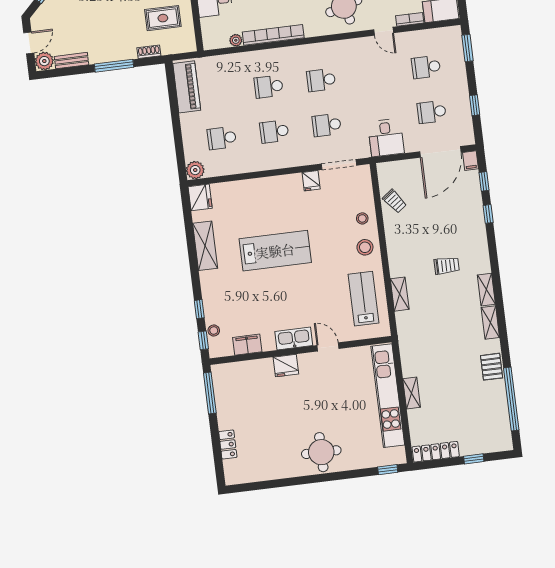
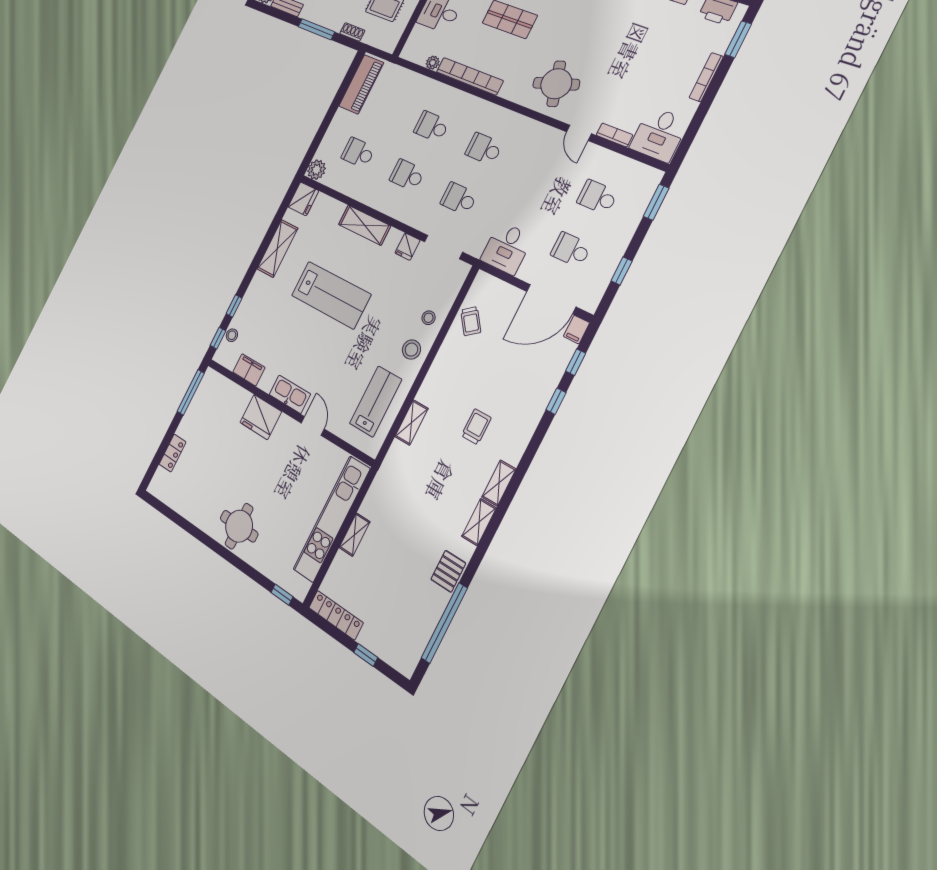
shelving: (266, 186) -> (364, 225), added
trolley: (447, 266) -> (476, 427), turned -90
fridge: (286, 366) -> (261, 417), width x1.36, depth x1.34

